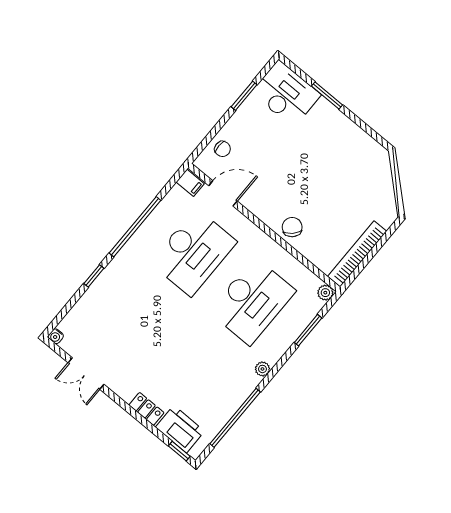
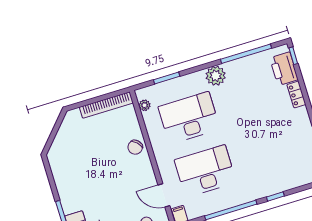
plant: (325, 293) -> (145, 105), moved
plant: (262, 369) -> (216, 76), width x1.87, depth x1.87

